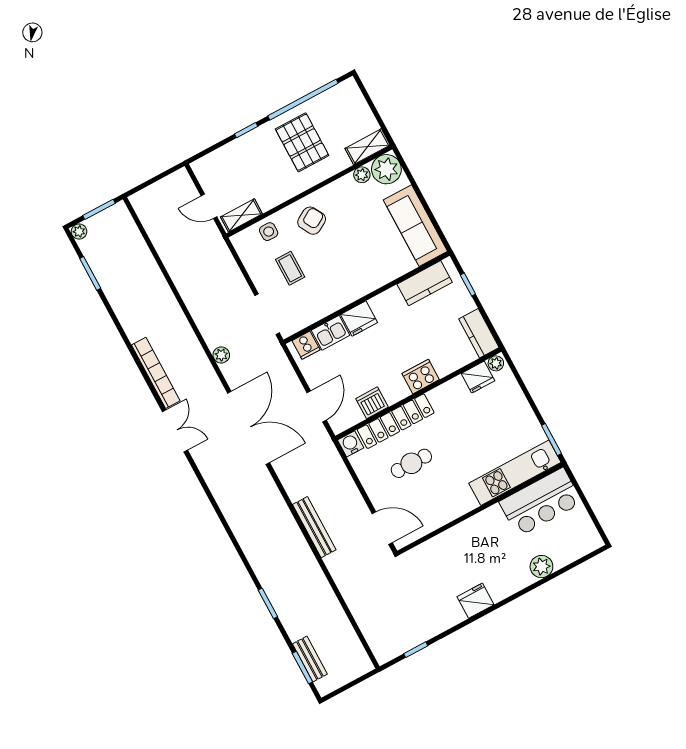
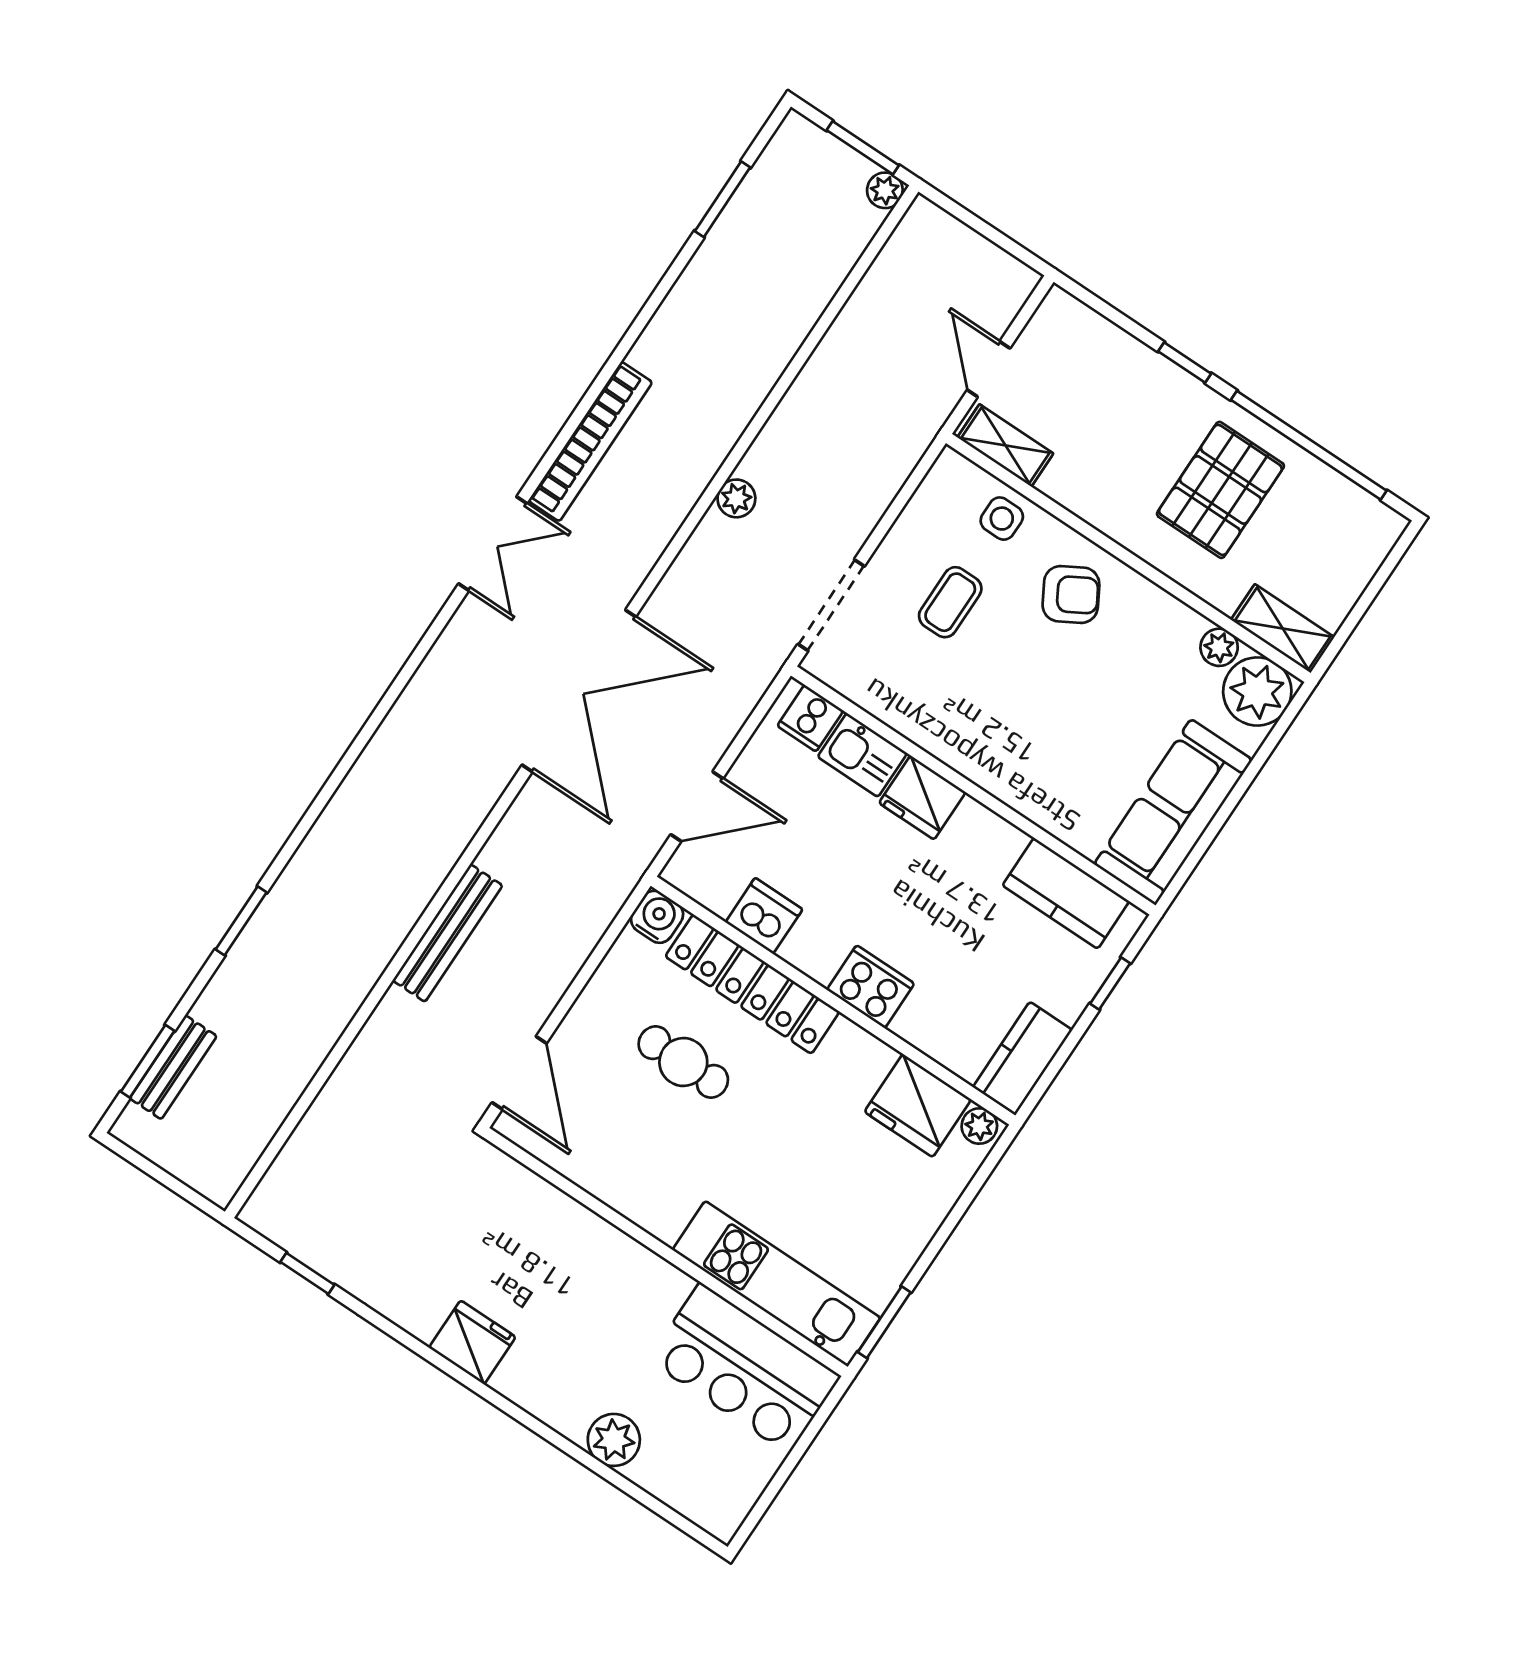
plant: (79, 232) -> (885, 190), moved
plant: (221, 355) -> (736, 498), moved
fridge: (478, 377) -> (918, 1106), width x1.36, depth x1.34

